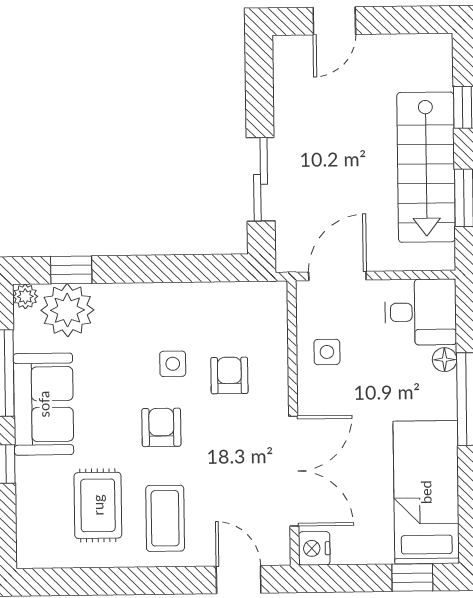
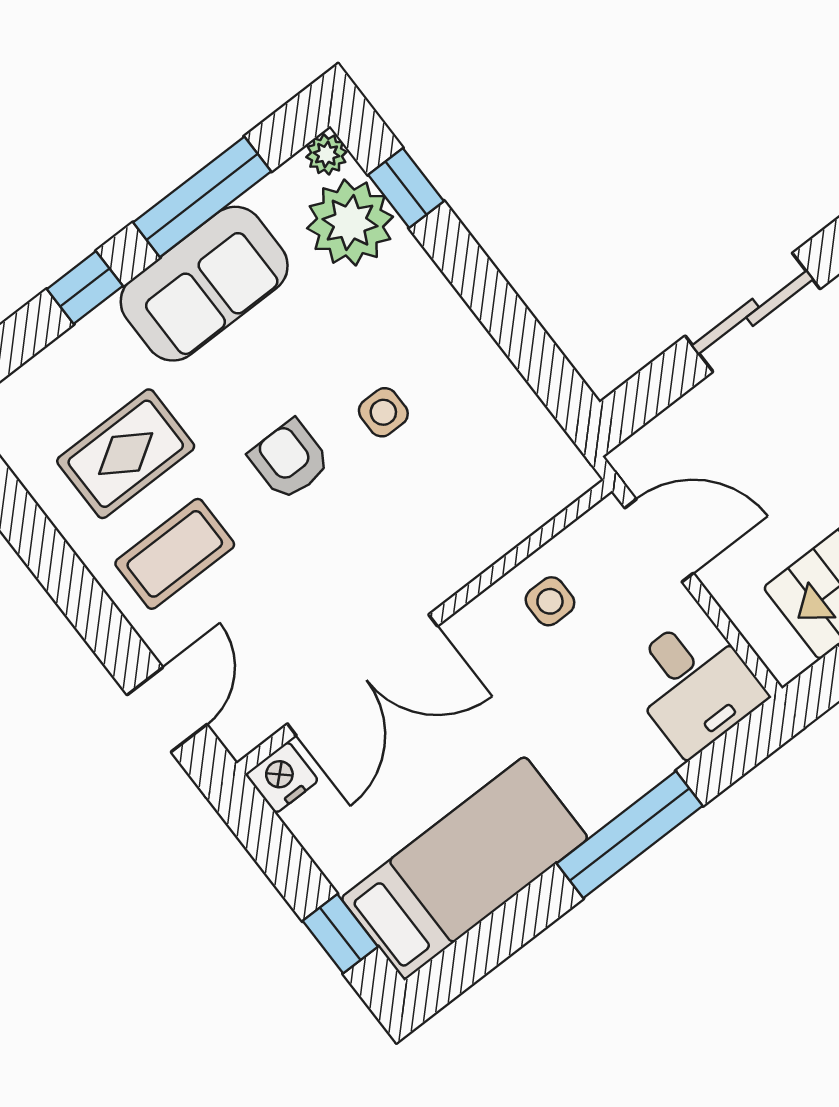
sliding door: (261, 179) -> (753, 312), moved
floor lamp: (445, 360) -> (655, 762), removed
armchair: (229, 375) -> (424, 497), removed
armchair: (161, 427) -> (289, 460), turned -90

